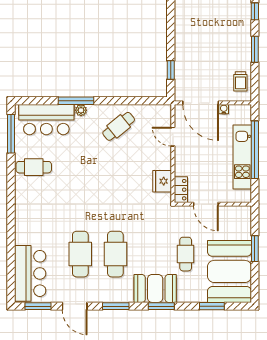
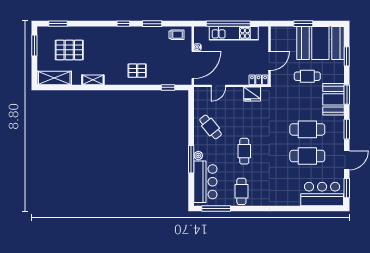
pallet: (193, 30) -> (137, 71), added
cafe table: (87, 171) -> (244, 151), added

